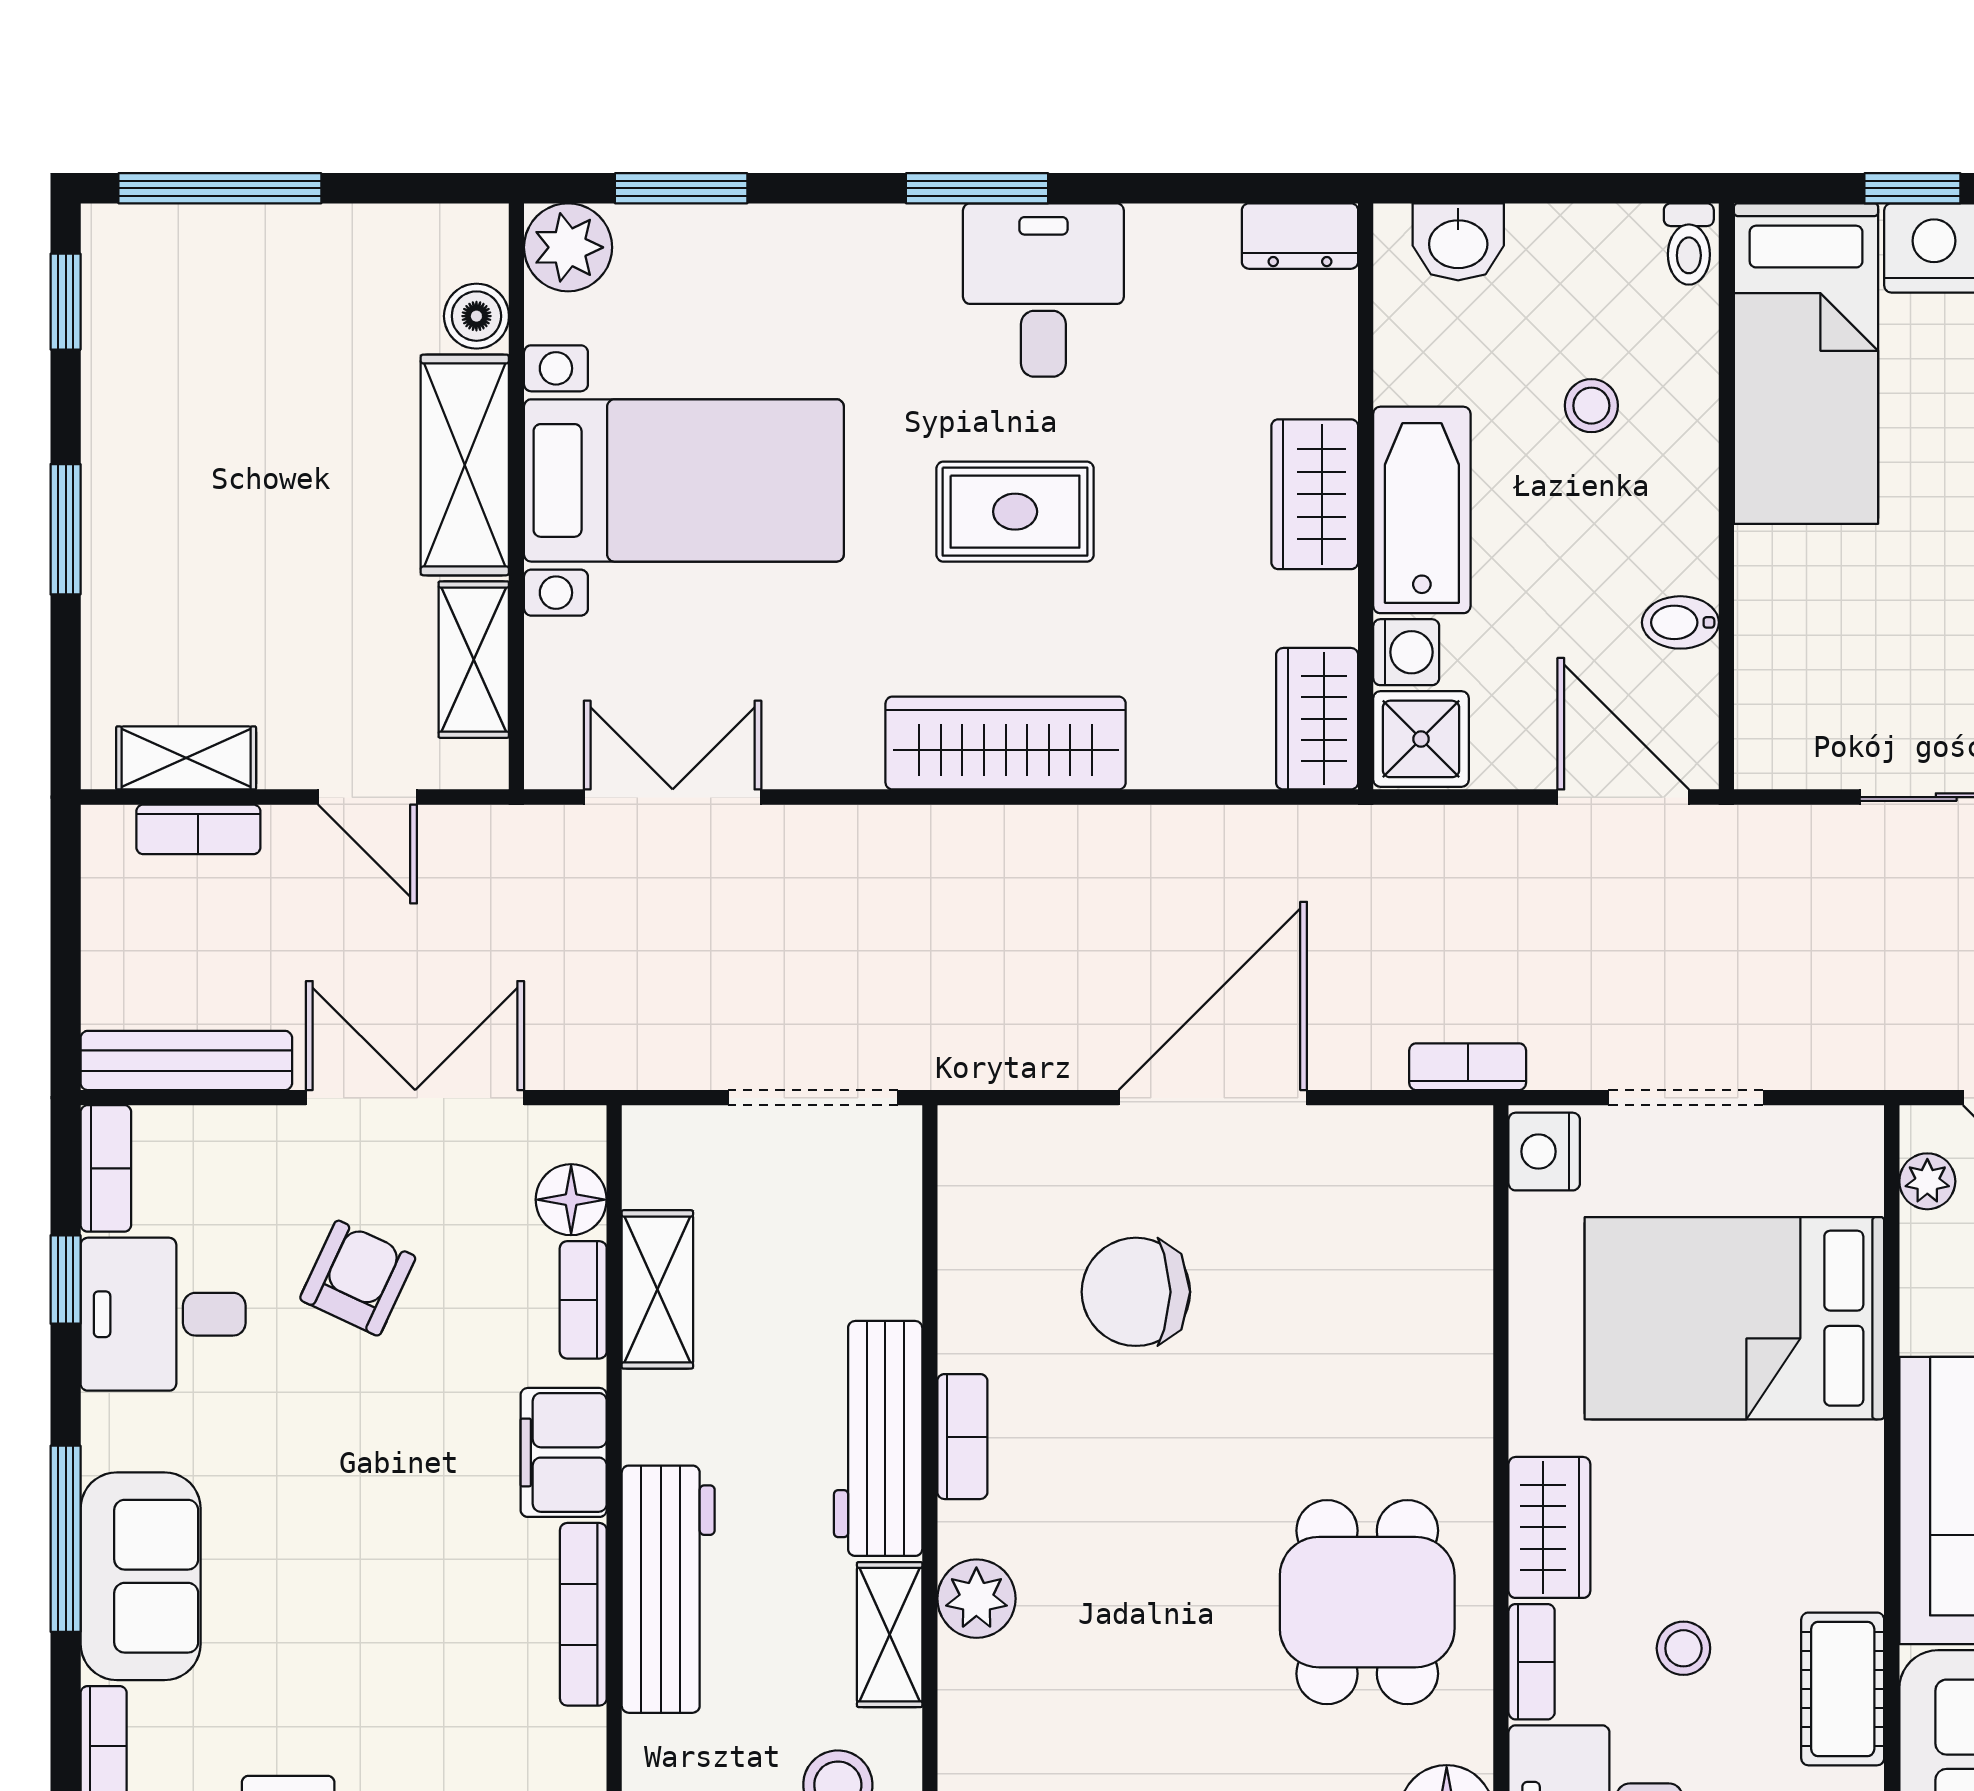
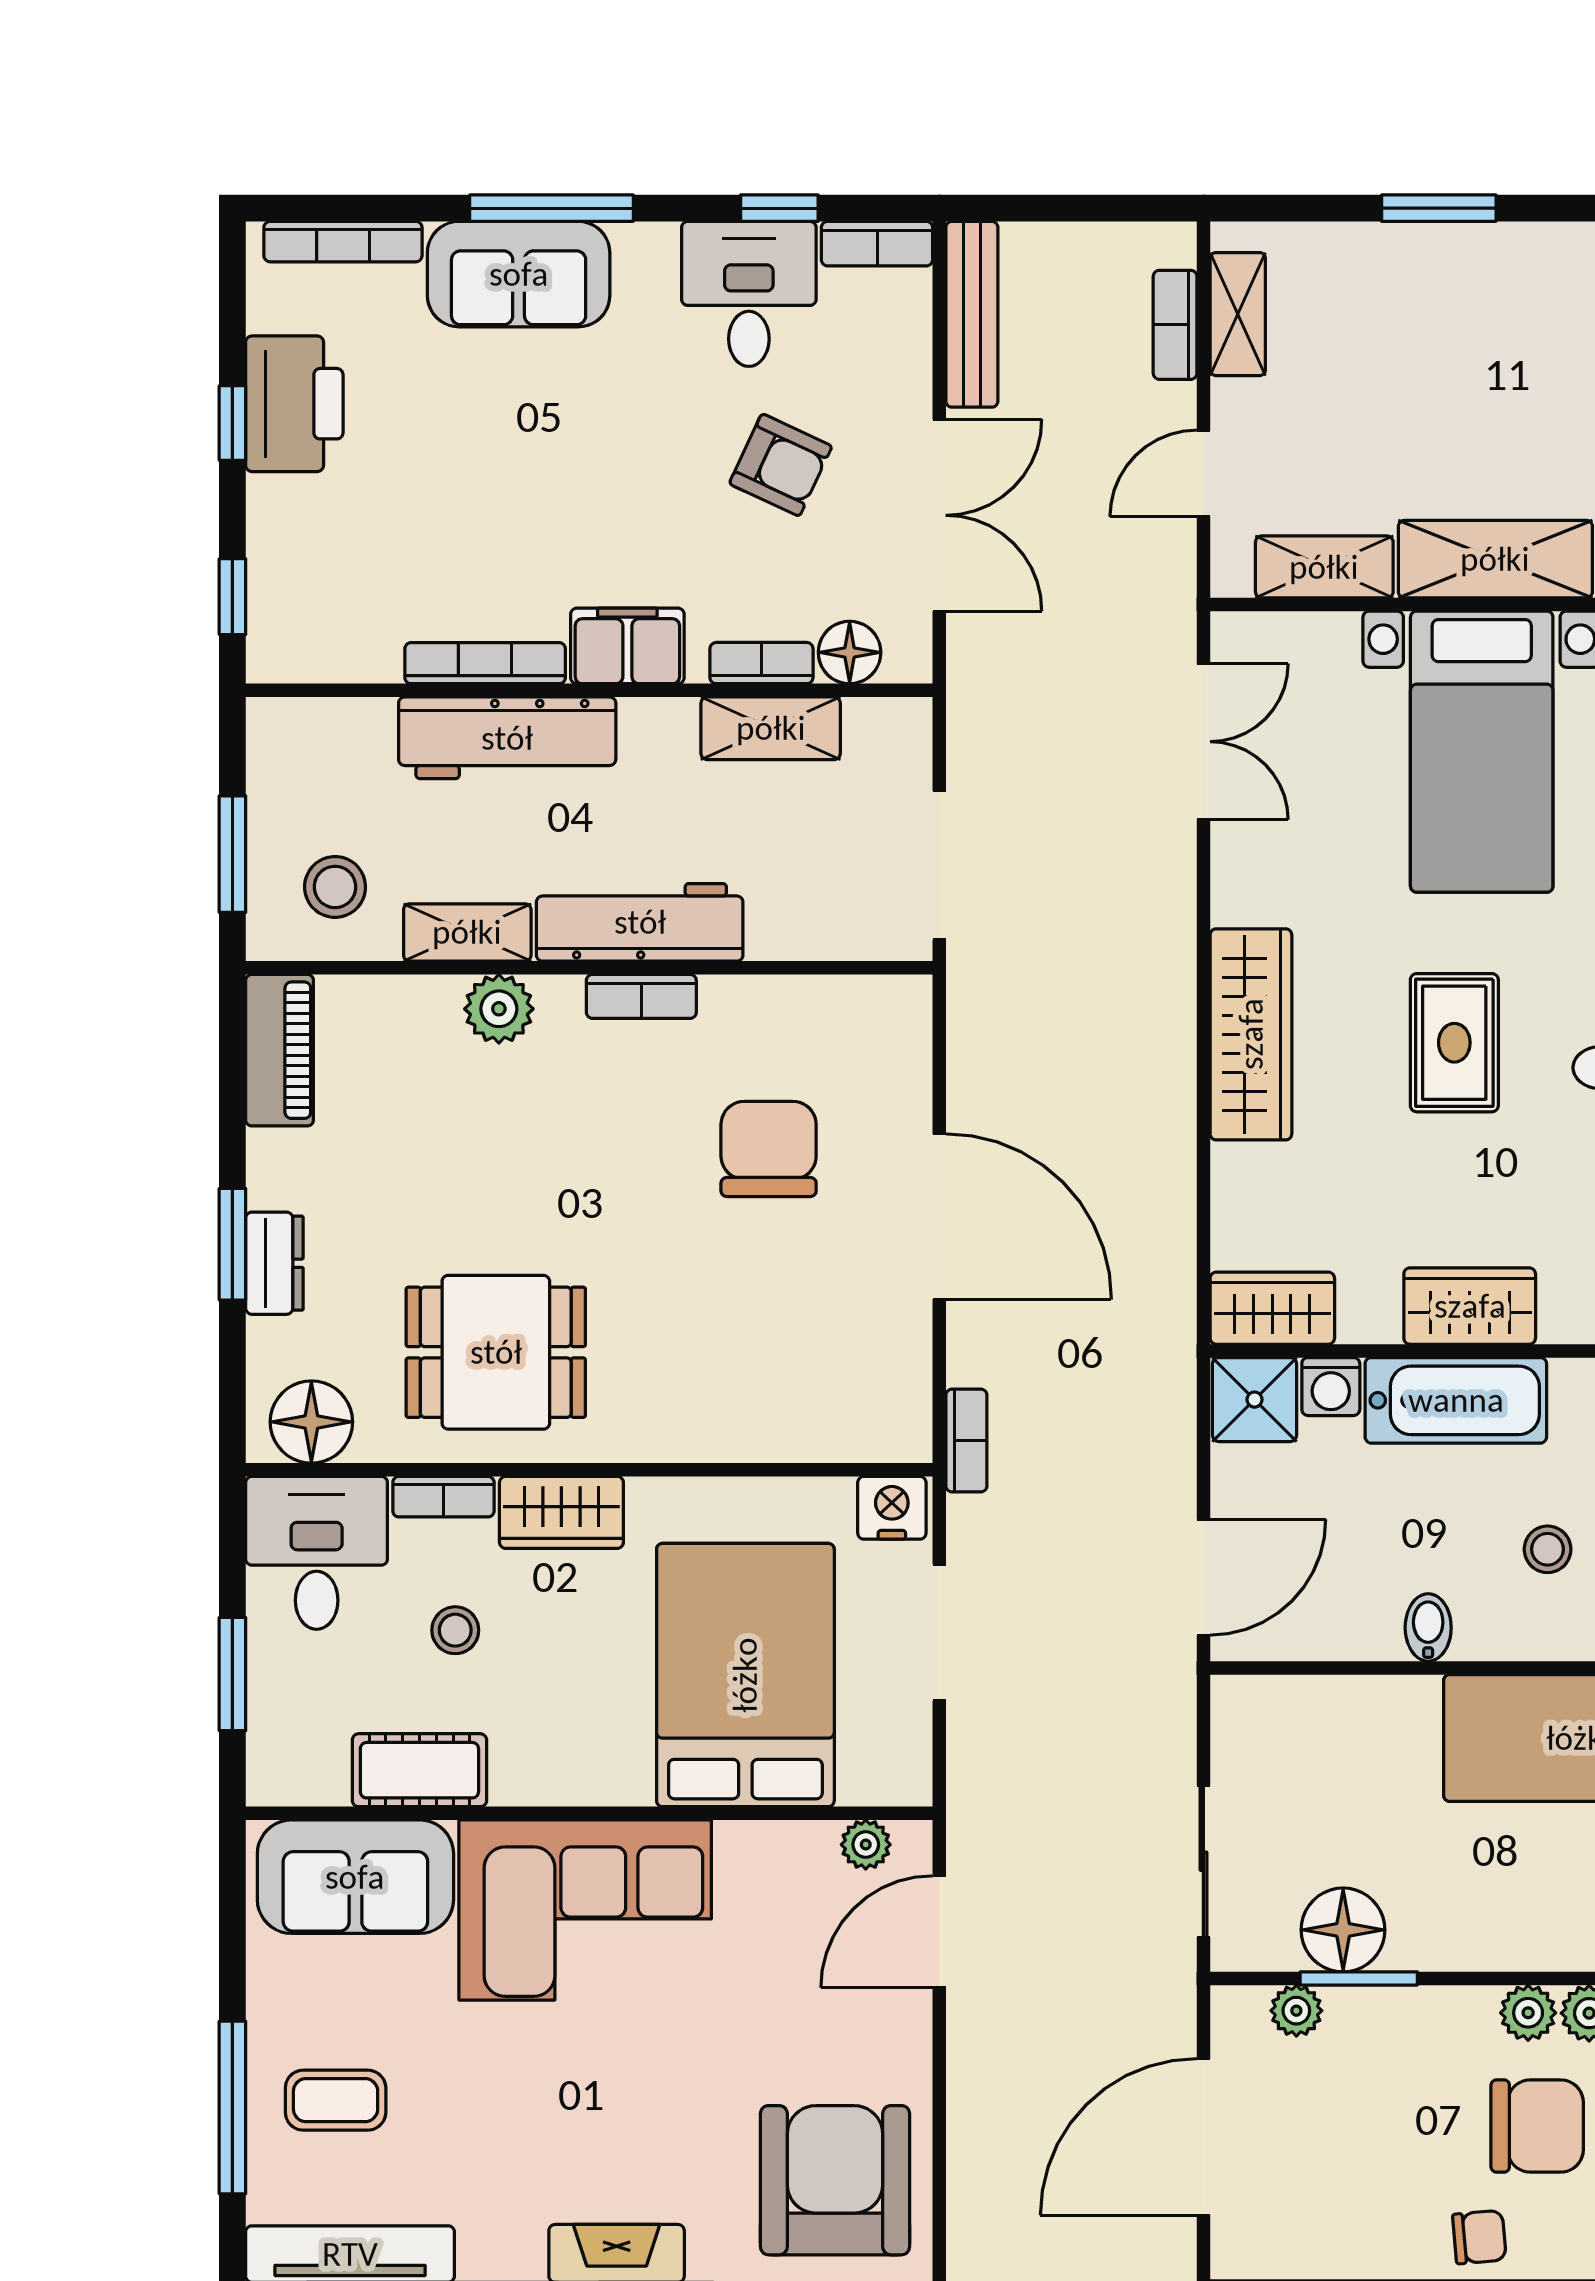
bidet: (1680, 622) -> (1428, 1628), moved

